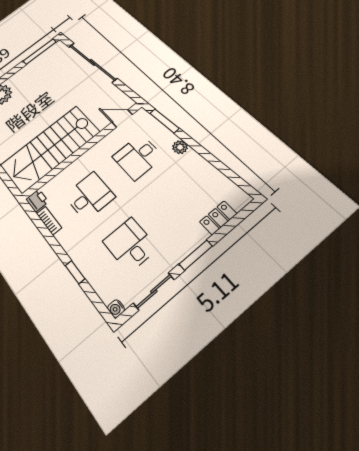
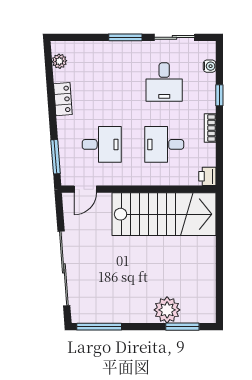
door: (122, 118) -> (85, 189), hinge flipped
plant: (180, 147) -> (59, 61), moved
locker: (218, 218) -> (63, 99), moved, turned -94
bookcase: (49, 221) -> (210, 128), moved
water cooler: (116, 309) -> (210, 66), moved

